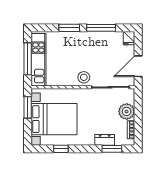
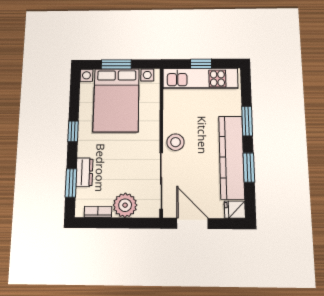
window: (101, 28) -> (249, 168), width x0.69
kitchen counter: (94, 39) -> (231, 157), added
window: (28, 59) -> (201, 64), width x0.46
window: (28, 107) -> (116, 64), moved
window: (61, 149) -> (73, 131), moved

